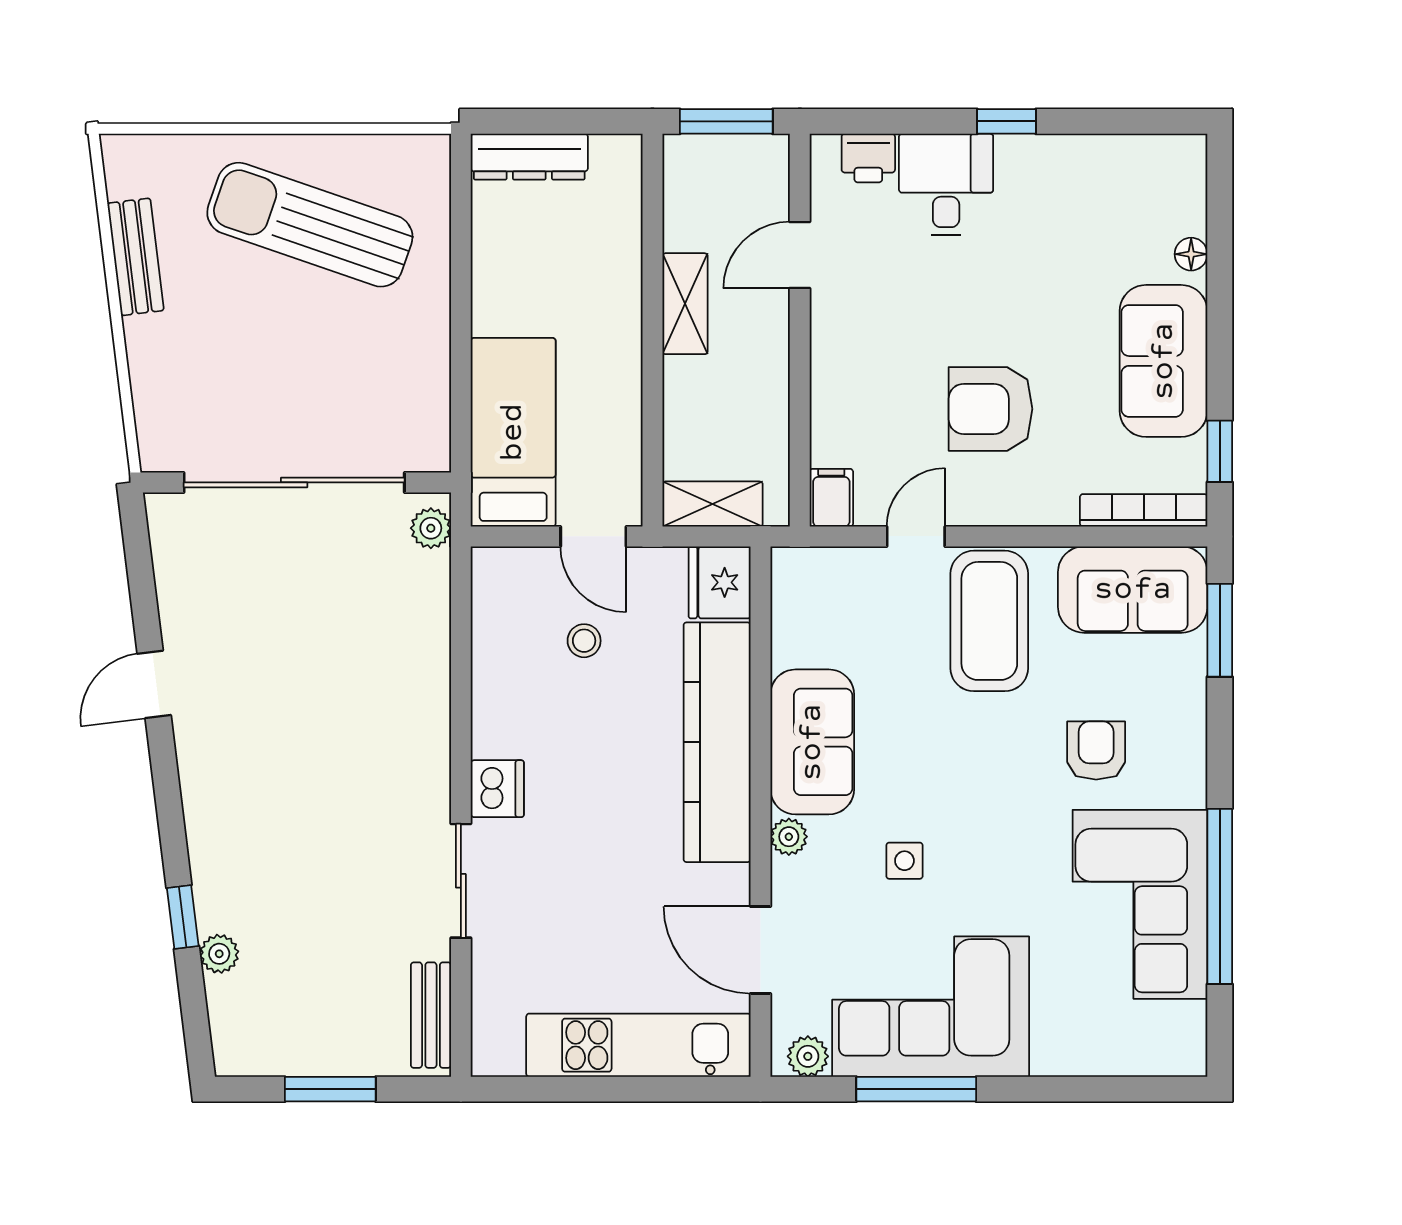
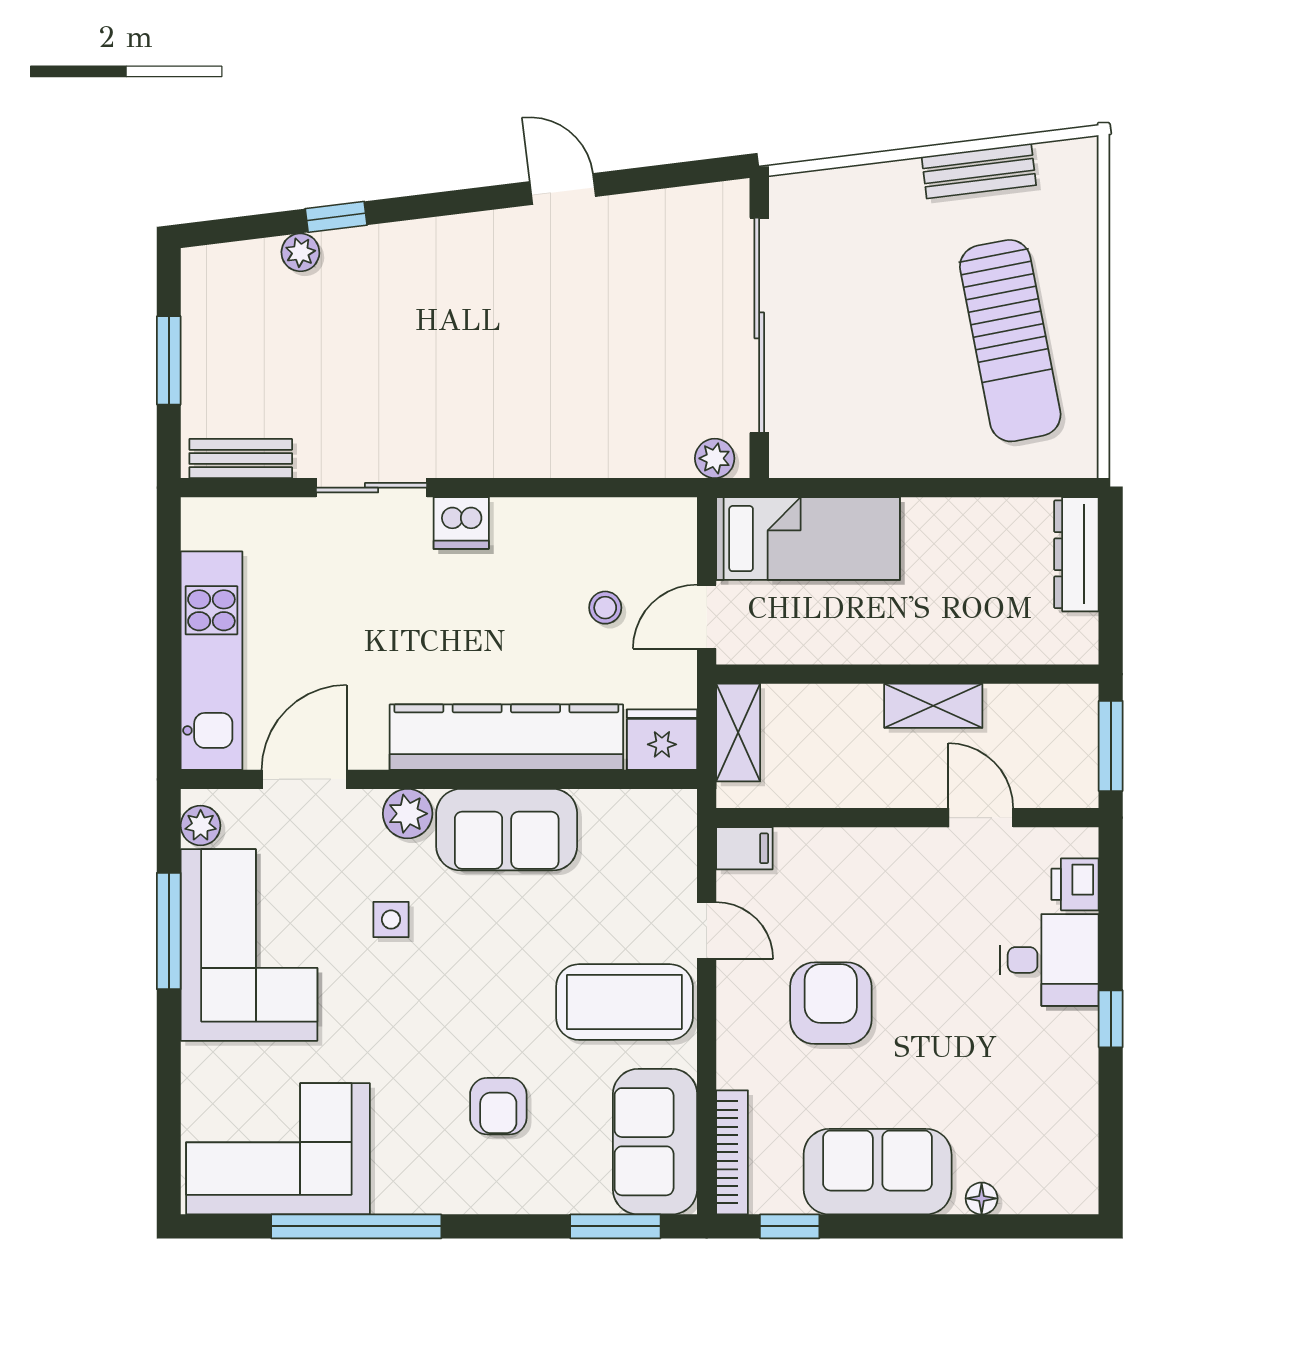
sun lounger: (310, 225) -> (1010, 341), turned 150
armchair: (1096, 750) -> (498, 1106), turned 90
plant: (789, 837) -> (408, 814), width x1.38, depth x1.38
corner sofa: (1140, 904) -> (278, 1149), moved

